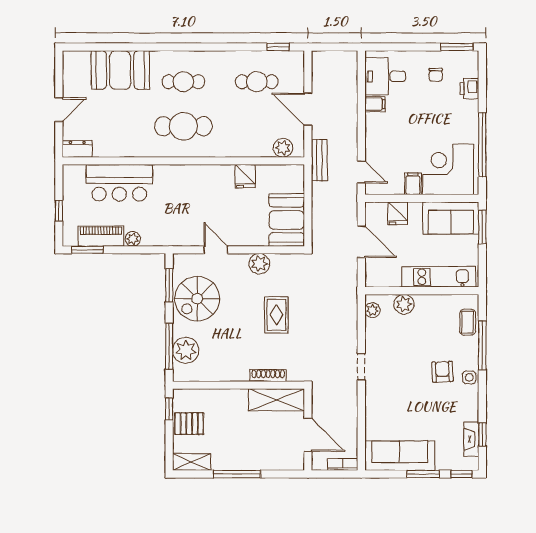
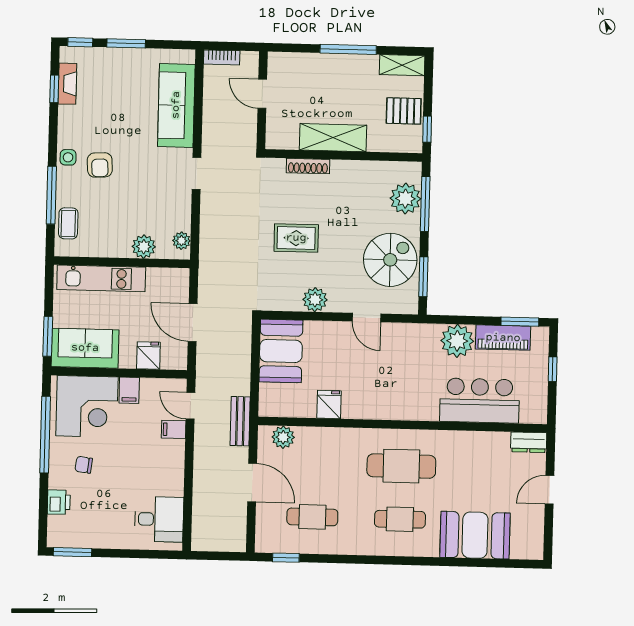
chair: (436, 75) -> (84, 465), moved, turned -83
filing cabinet: (375, 104) -> (174, 429), moved
plant: (133, 239) -> (457, 341), width x1.87, depth x1.87
rug: (276, 315) -> (296, 238), turned 90
shelving: (277, 400) -> (333, 138), moved
door: (308, 435) -> (262, 94), width x0.73
sofa: (400, 456) -> (176, 105), moved, turned 90

